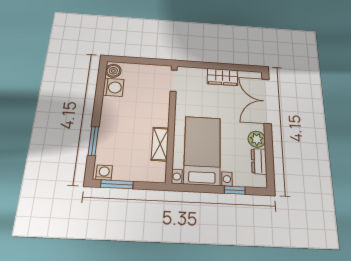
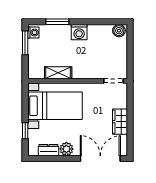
washing machine: (113, 87) -> (79, 32), moved

